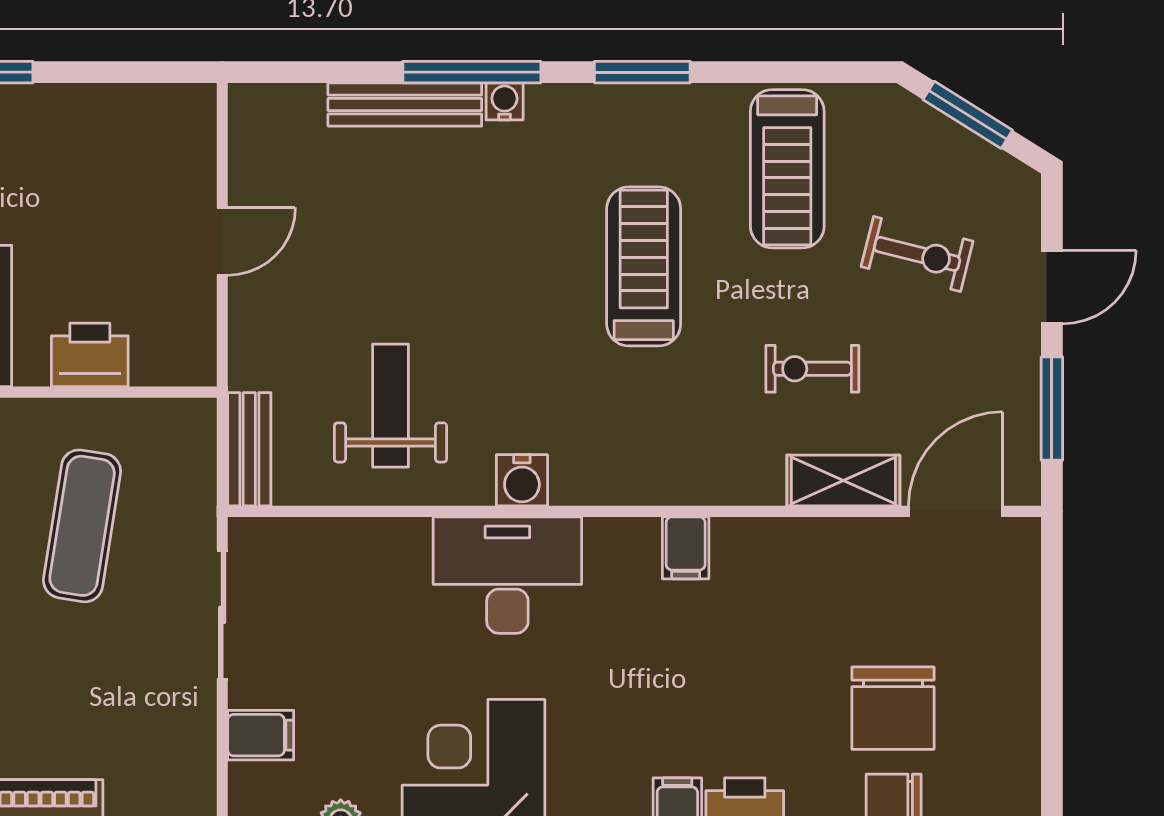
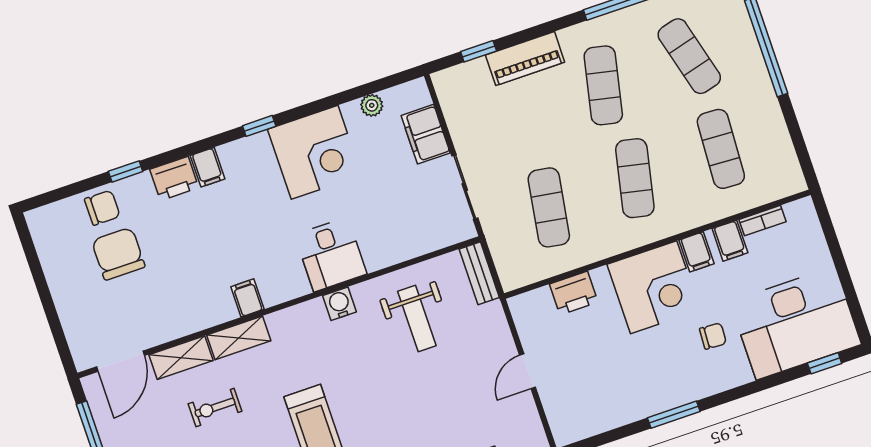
exercise bike: (812, 369) -> (215, 408), turned 180
shelving: (726, 481) -> (239, 338), added
desk: (507, 575) -> (331, 255), width x0.73
filing cabinet: (261, 735) -> (426, 134), width x2.00

